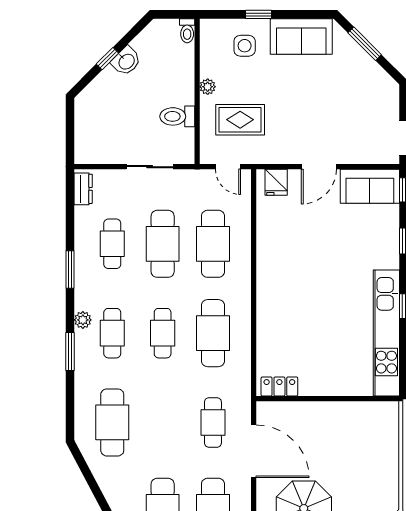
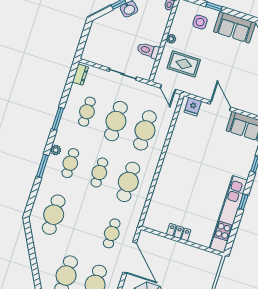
door: (319, 167) -> (220, 106), swing flipped
locker: (279, 386) -> (179, 232), moved

